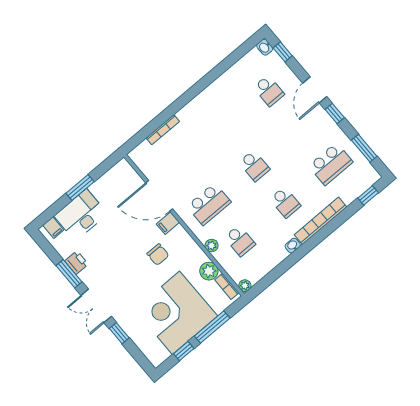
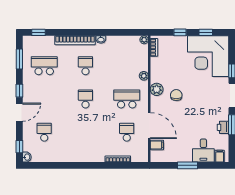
desk: (81, 215) -> (203, 151), width x0.73
filing cabinet: (168, 223) -> (157, 145), moved
school desk: (240, 241) -> (127, 132), moved
plant: (209, 271) -> (157, 89), moved
corner desk: (176, 313) -> (208, 56), moved, turned 90
window: (212, 327) -> (180, 32), width x0.46

